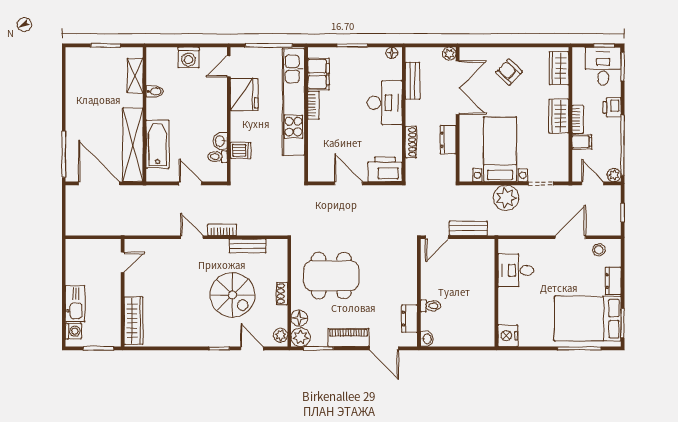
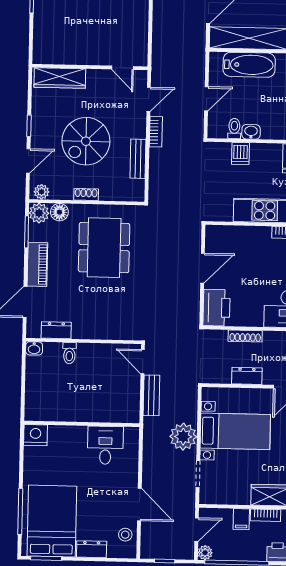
door: (123, 262) -> (123, 68), moved
wall: (123, 293) -> (90, 67), moved
wardrobe: (134, 321) -> (60, 78), moved

